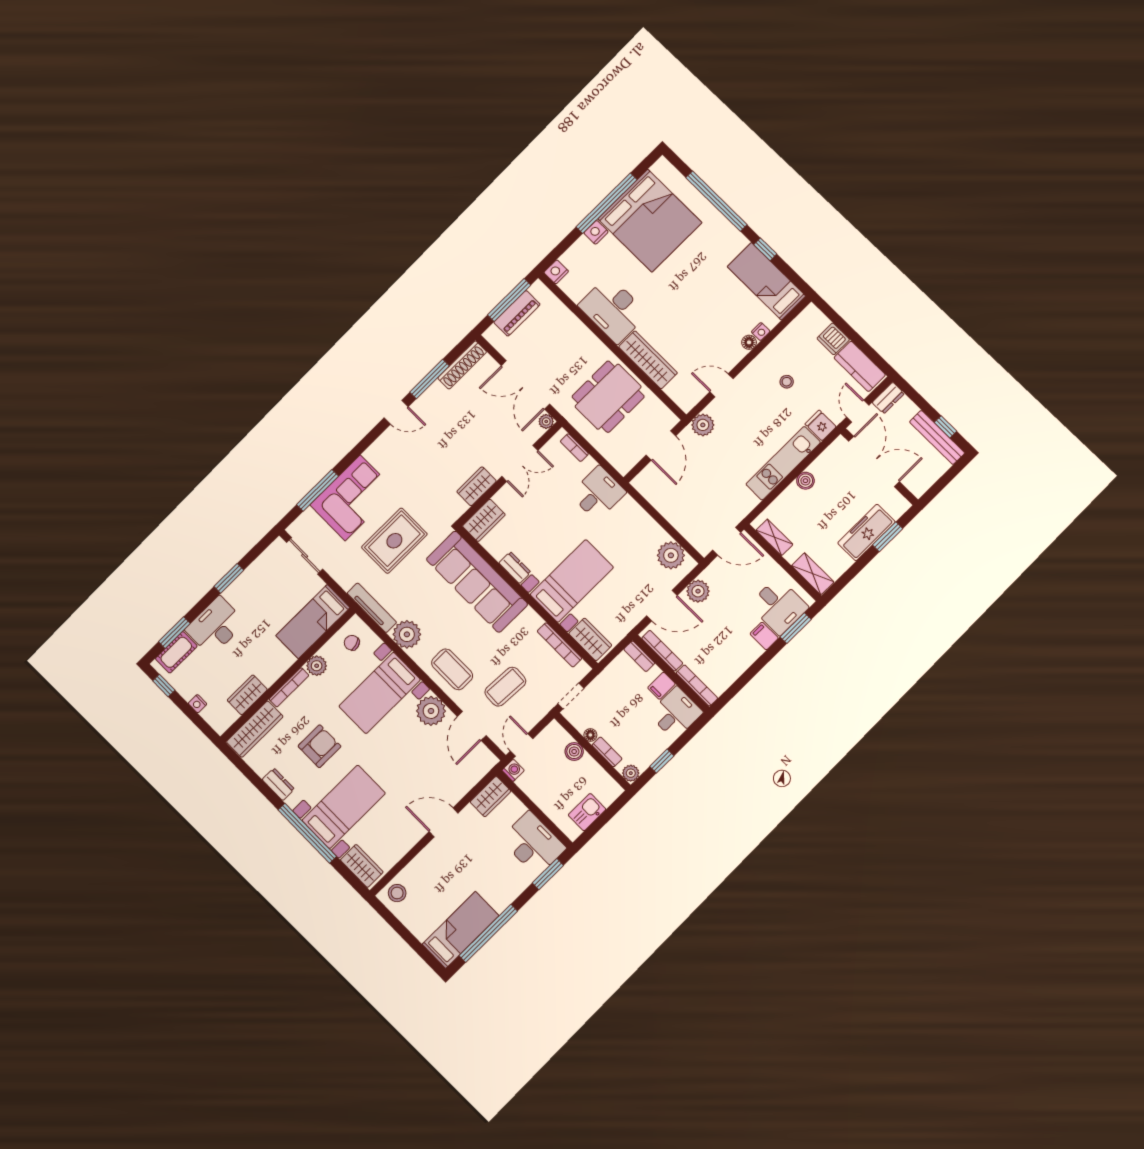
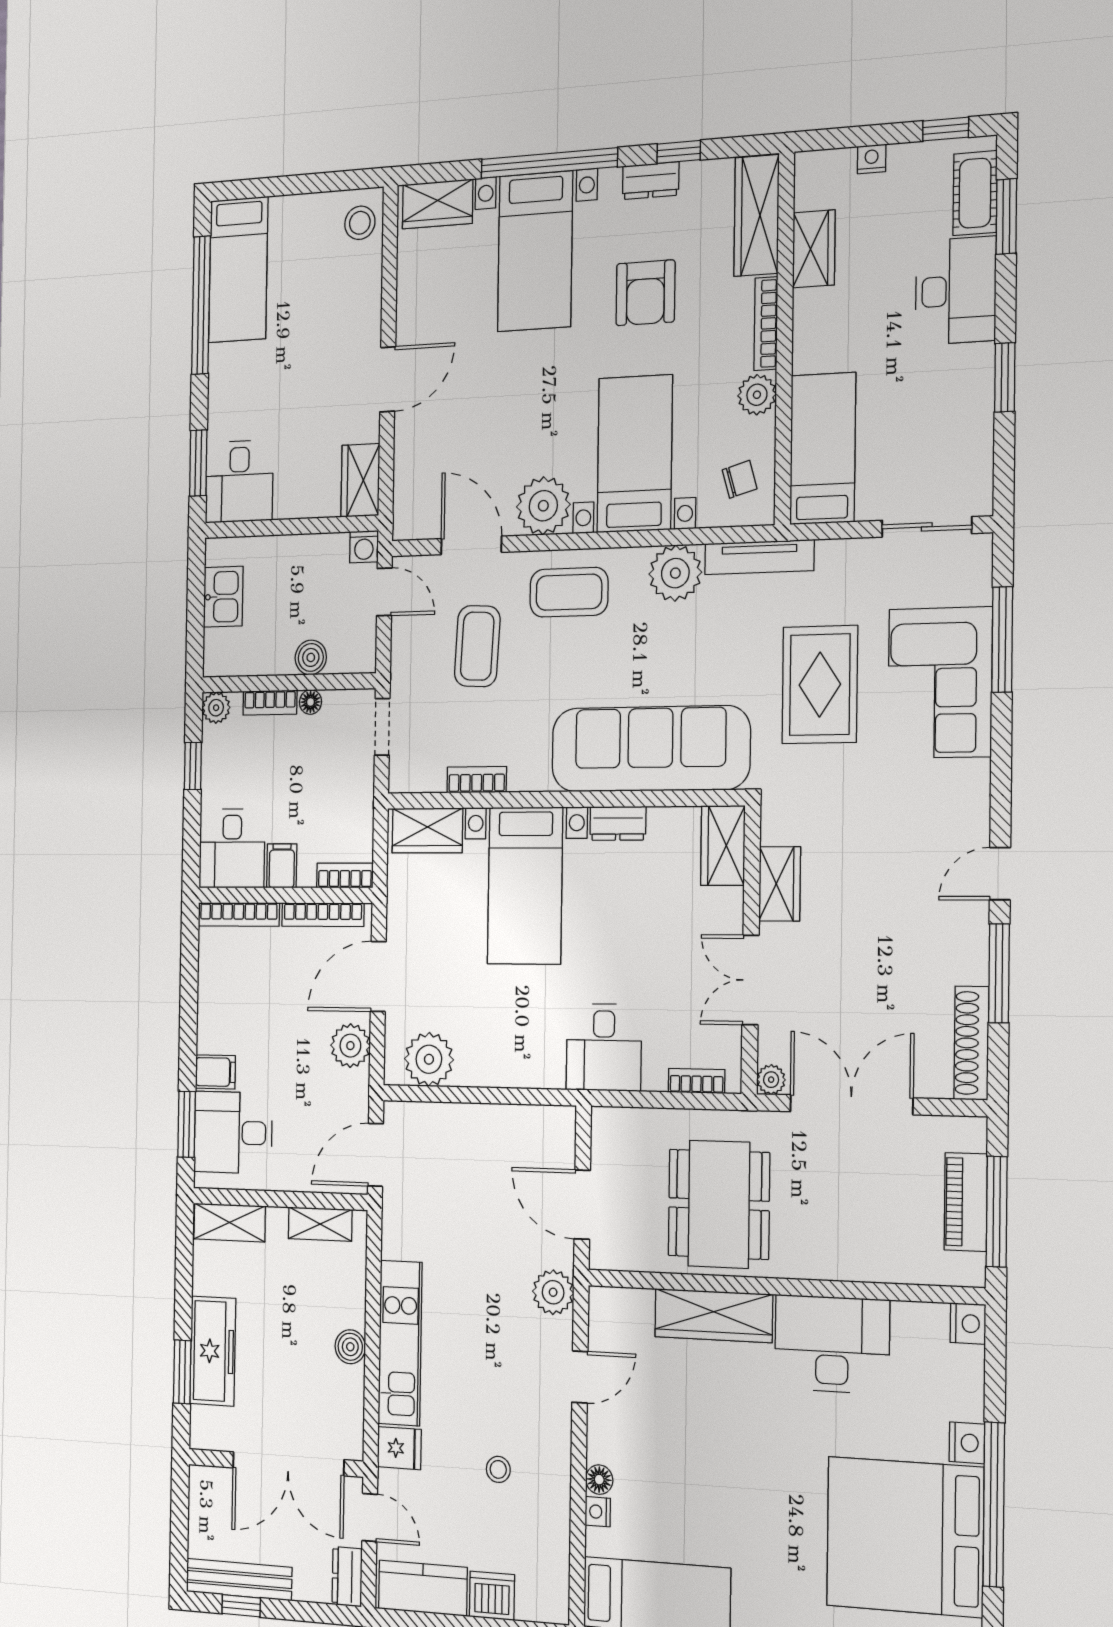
bookcase: (559, 645) -> (477, 780), width x0.64
window: (259, 783) -> (679, 152), added
desk: (533, 844) -> (239, 481), width x0.73

